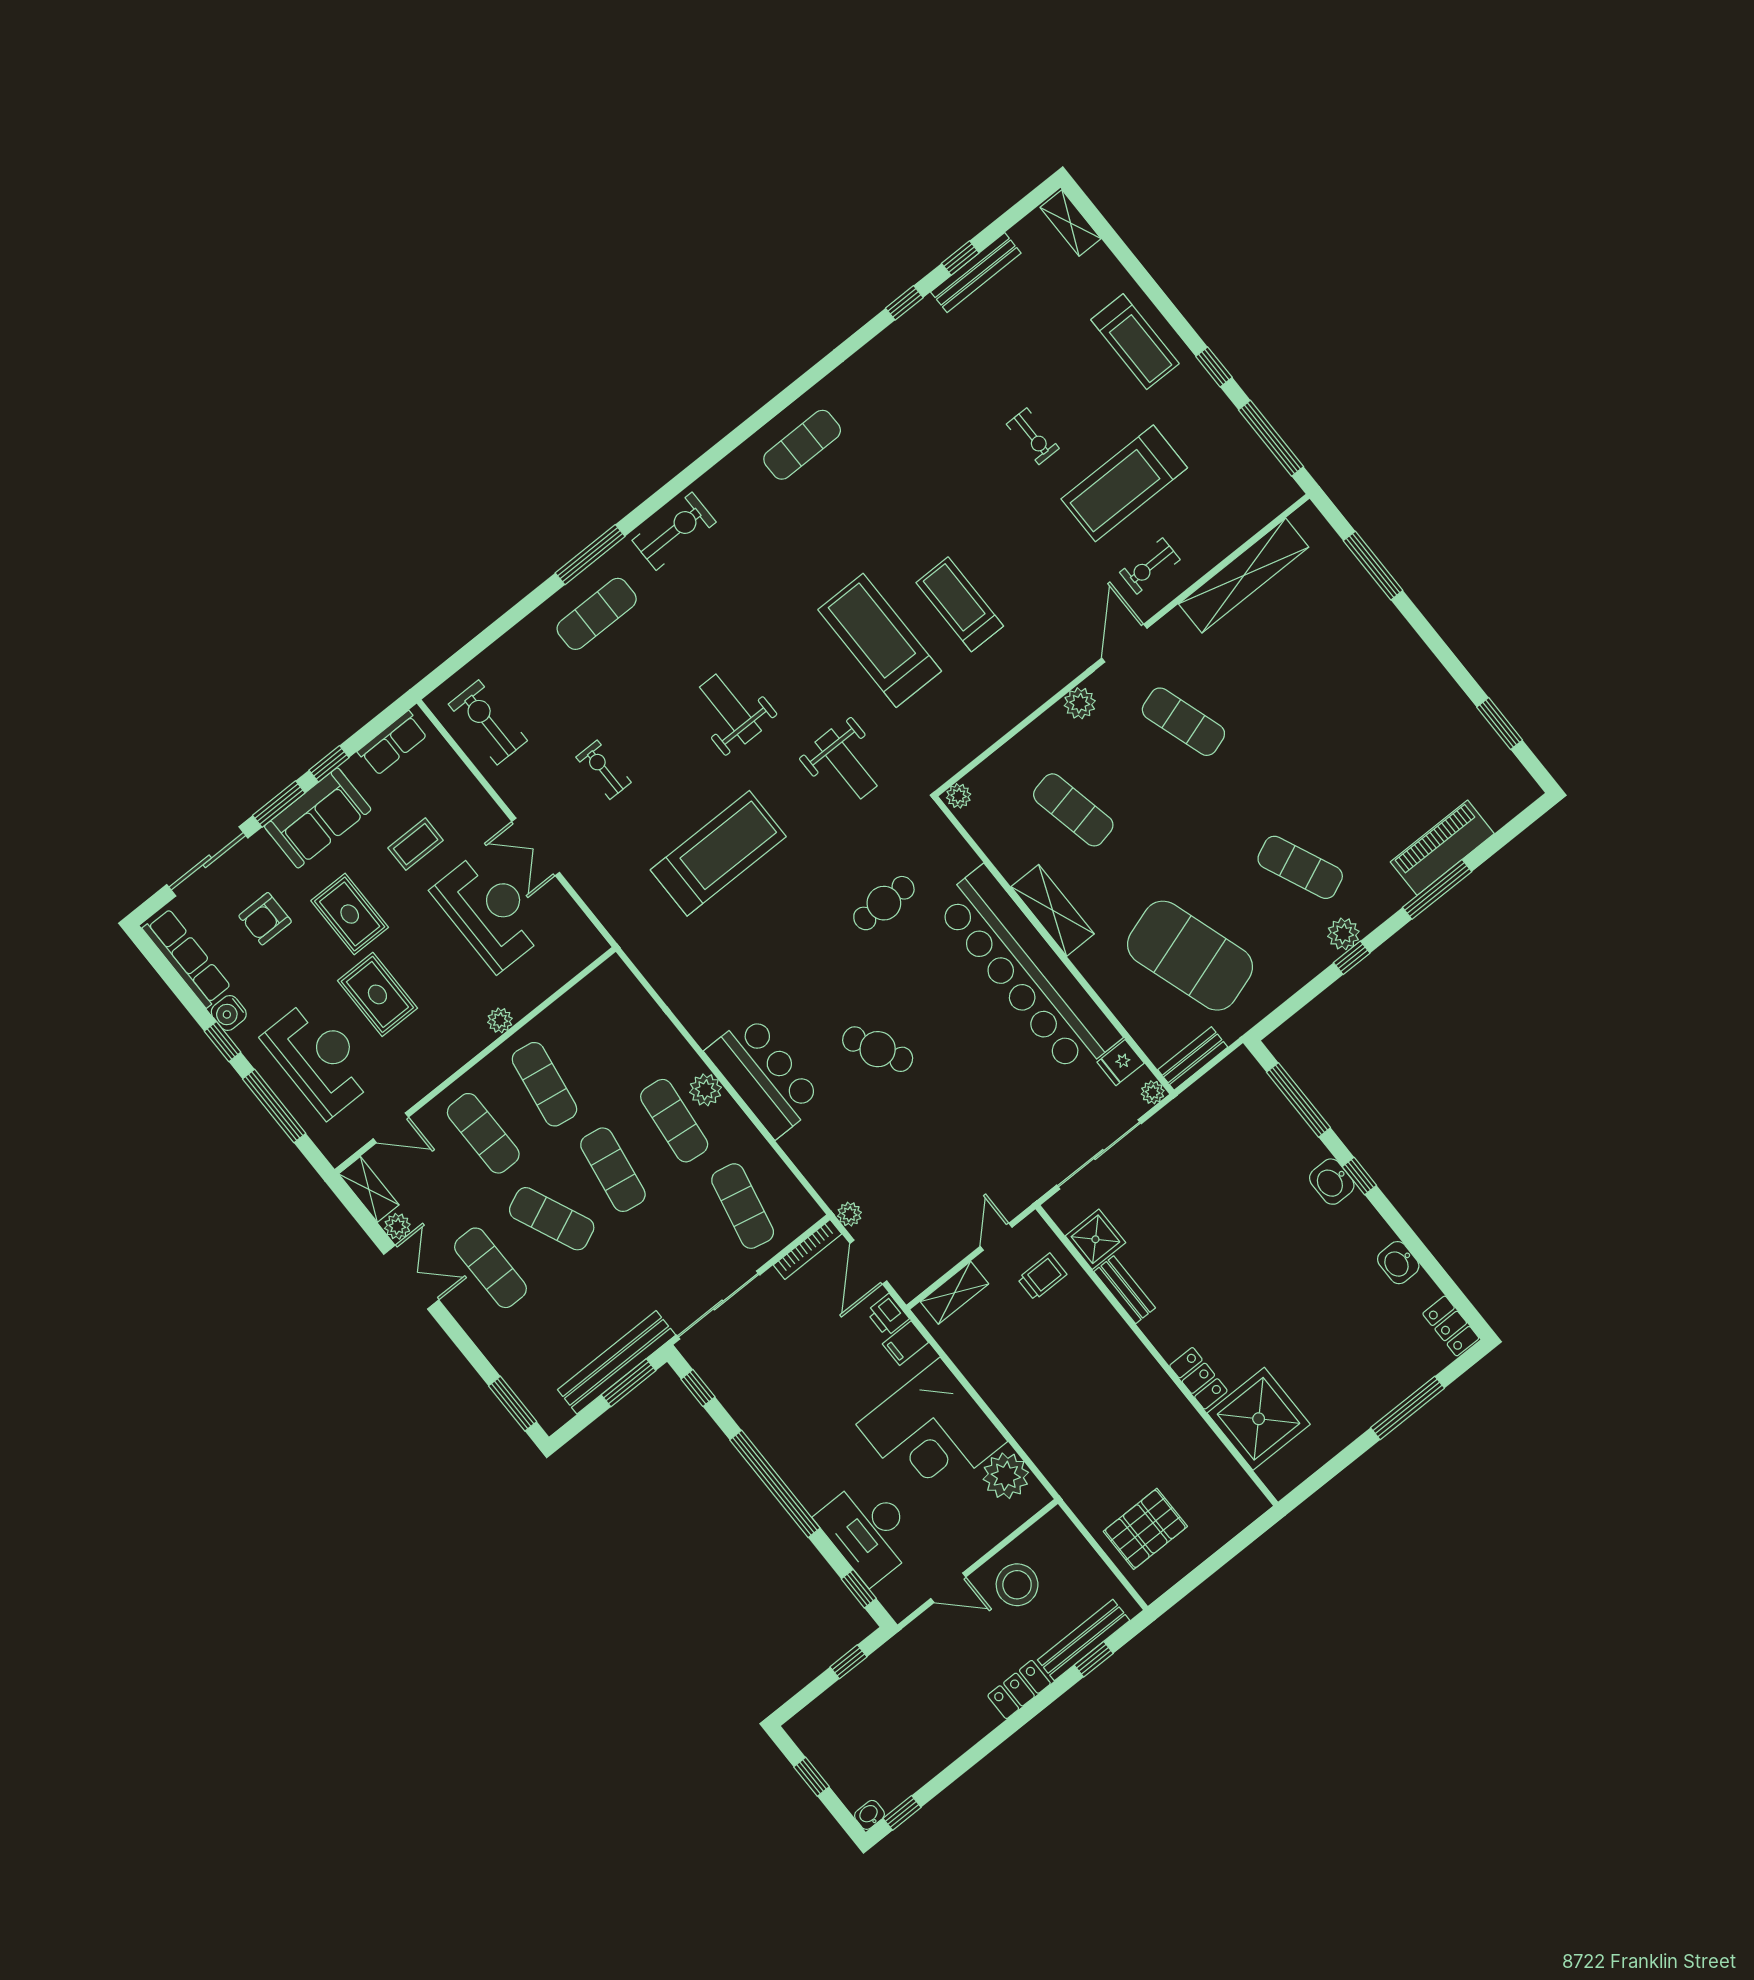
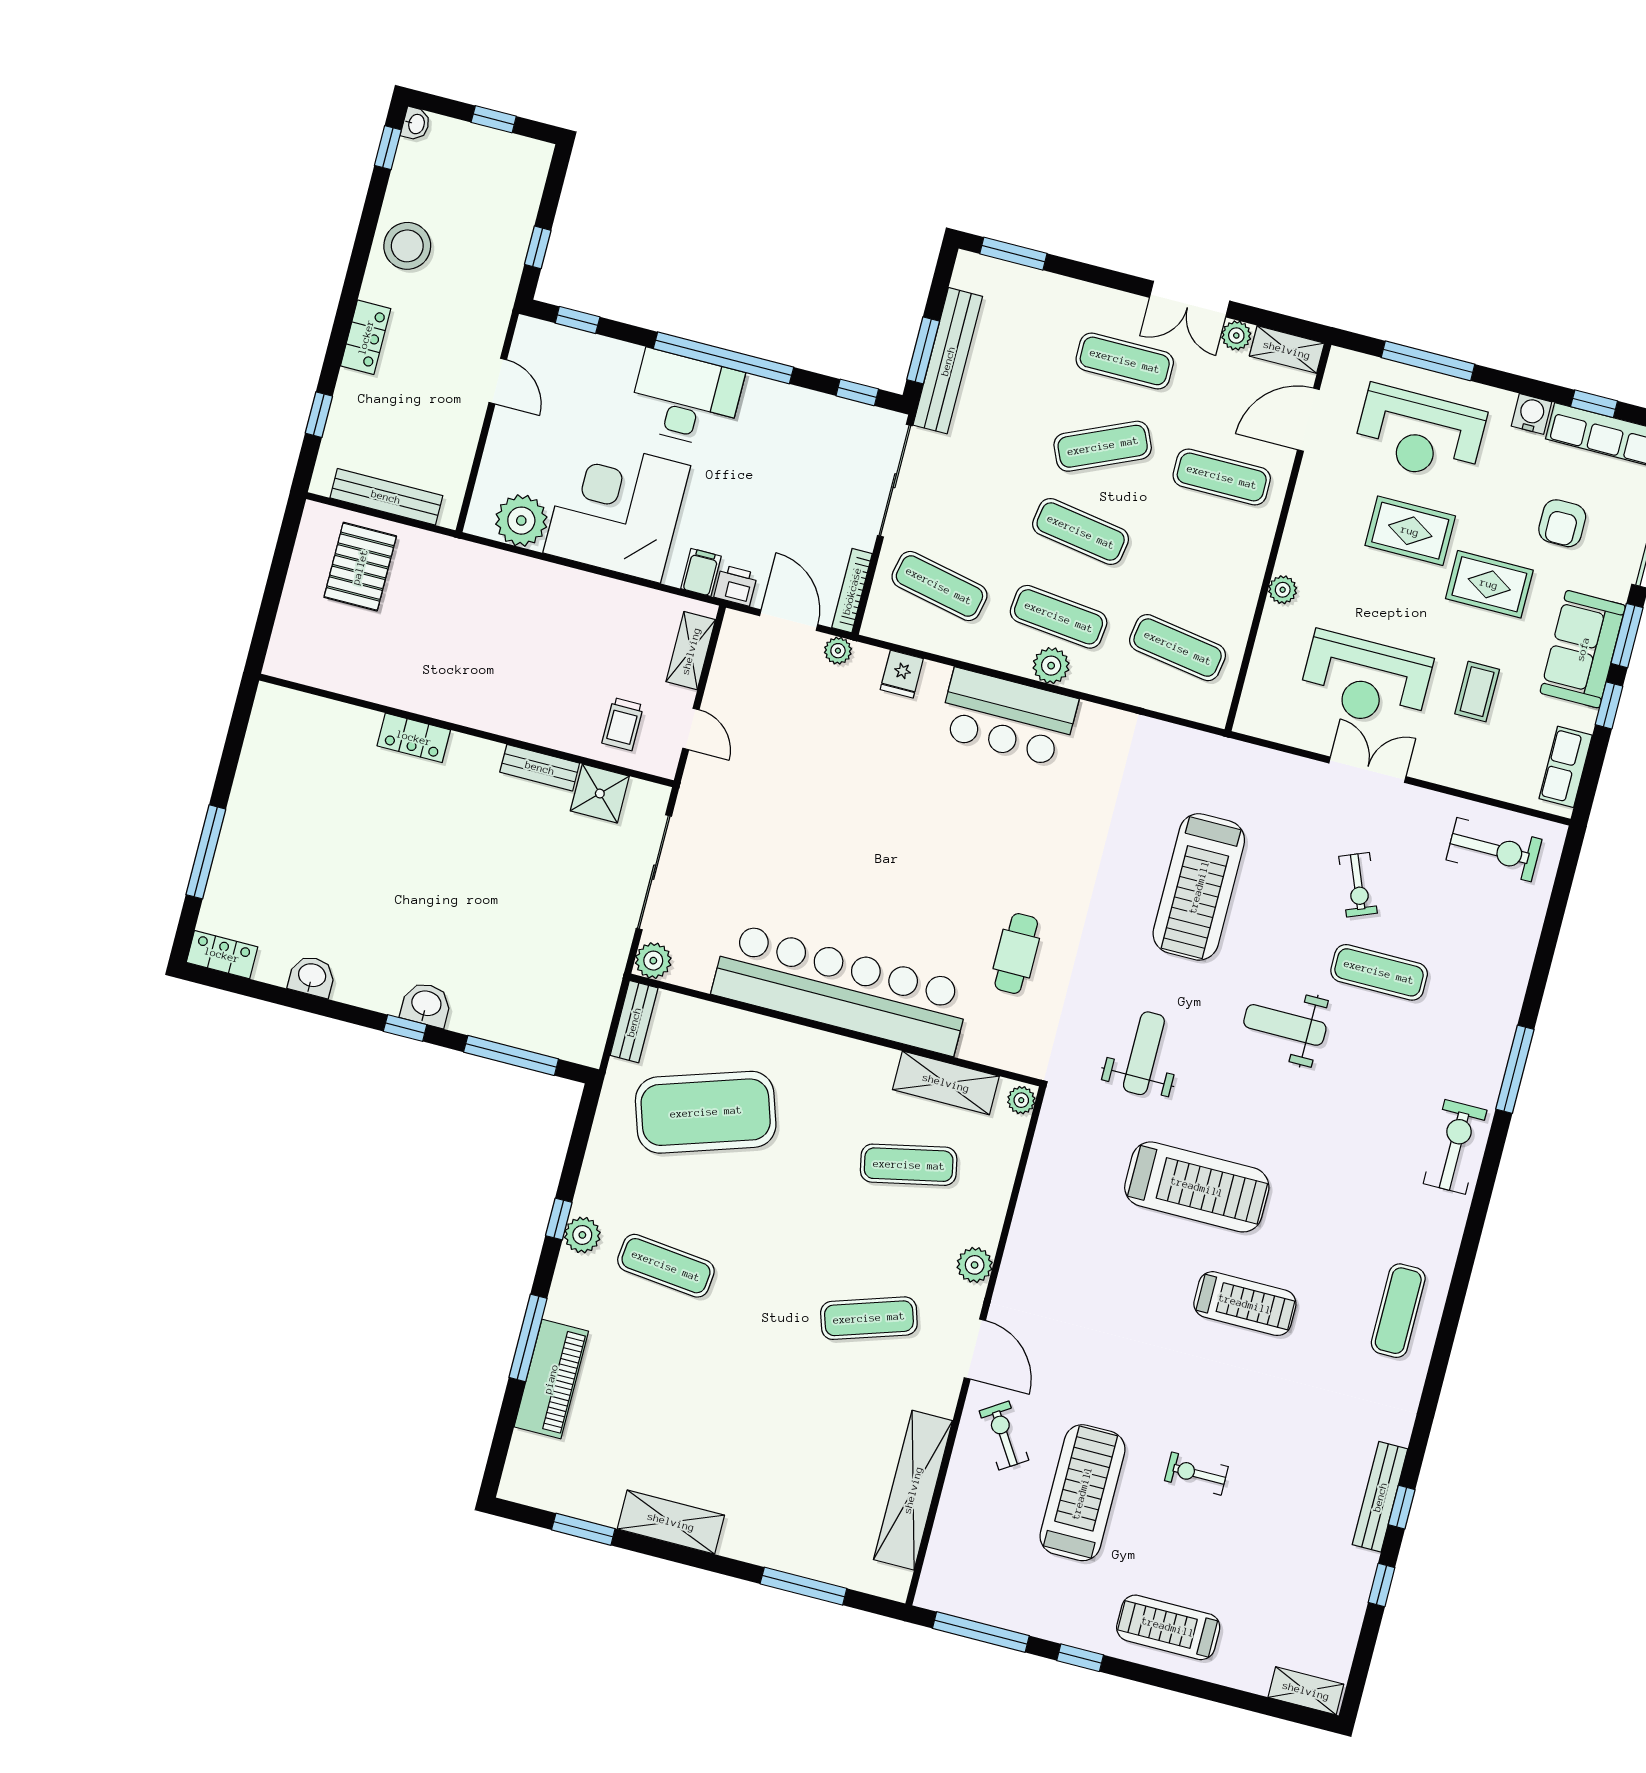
bench: (976, 273) -> (1380, 1497), moved
exercise bike: (674, 531) -> (1455, 1147), turned 180
exercise bike: (1150, 566) -> (1004, 1436), turned -33
treadmill: (960, 604) -> (1245, 1304), moved
exercise mat: (597, 614) -> (1379, 972), moved, turned 90
shelving: (1433, 682) -> (671, 1522), added
weight bench: (730, 709) -> (1285, 1025), turned 180
weight bench: (846, 764) -> (1144, 1053), turned 90
exercise bike: (604, 770) -> (1358, 885), turned 68
exercise mat: (1300, 867) -> (666, 1266), turned 30
shelving: (1053, 910) -> (946, 1083), moved
armchair: (265, 919) -> (1562, 523), turned 180
window: (223, 1042) -> (1594, 404), moved
cafe table: (878, 1049) -> (924, 818), removed
fridge: (1121, 1063) -> (902, 674), moved, turned 180
exercise mat: (544, 1084) -> (1178, 648), moved
plant: (1153, 1092) -> (653, 961), width x1.38, depth x1.38
door: (391, 1128) -> (1308, 420), width x1.38
shower: (1259, 1419) -> (332, 742), removed
desk: (869, 1531) -> (686, 399), moved
stool: (1017, 1585) -> (407, 246), moved
door: (948, 1588) -> (498, 381), swing flipped
bench: (1084, 1640) -> (386, 497), moved, turned 90

